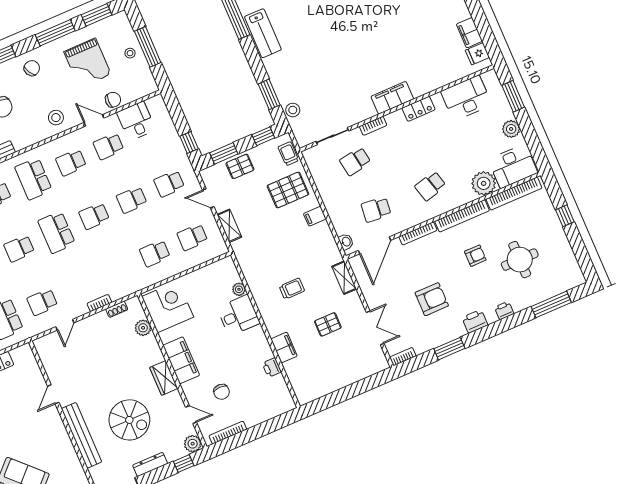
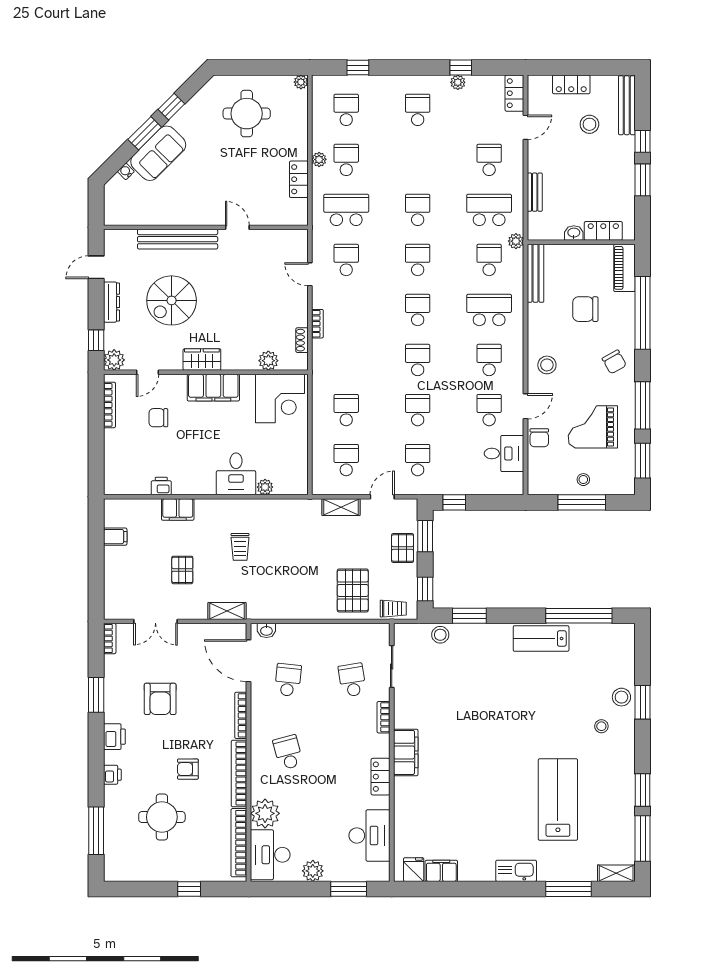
filing cabinet: (315, 216) -> (115, 537), moved, turned 90
school desk: (57, 232) -> (418, 310), width x0.54
armchair: (475, 256) -> (188, 769), turned 90

